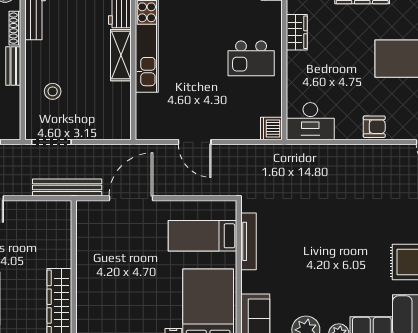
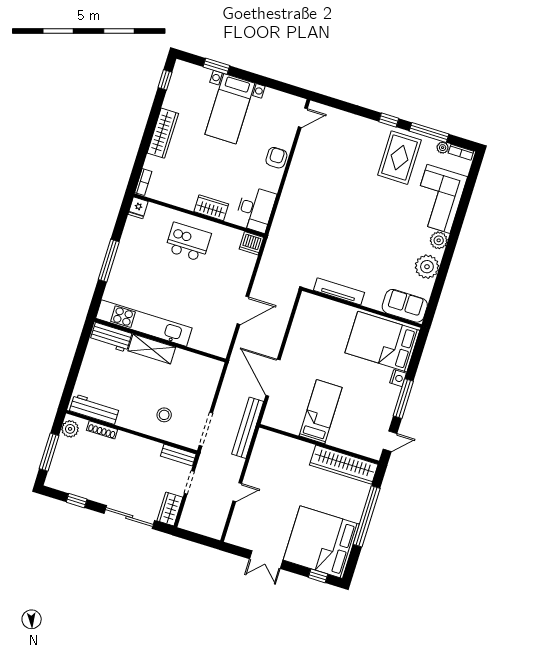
wardrobe: (297, 32) -> (211, 208), moved
kitchen island: (251, 58) -> (188, 242), turned -90
bench: (13, 66) -> (178, 455), moved
bed: (202, 236) -> (321, 412), moved, turned 180

